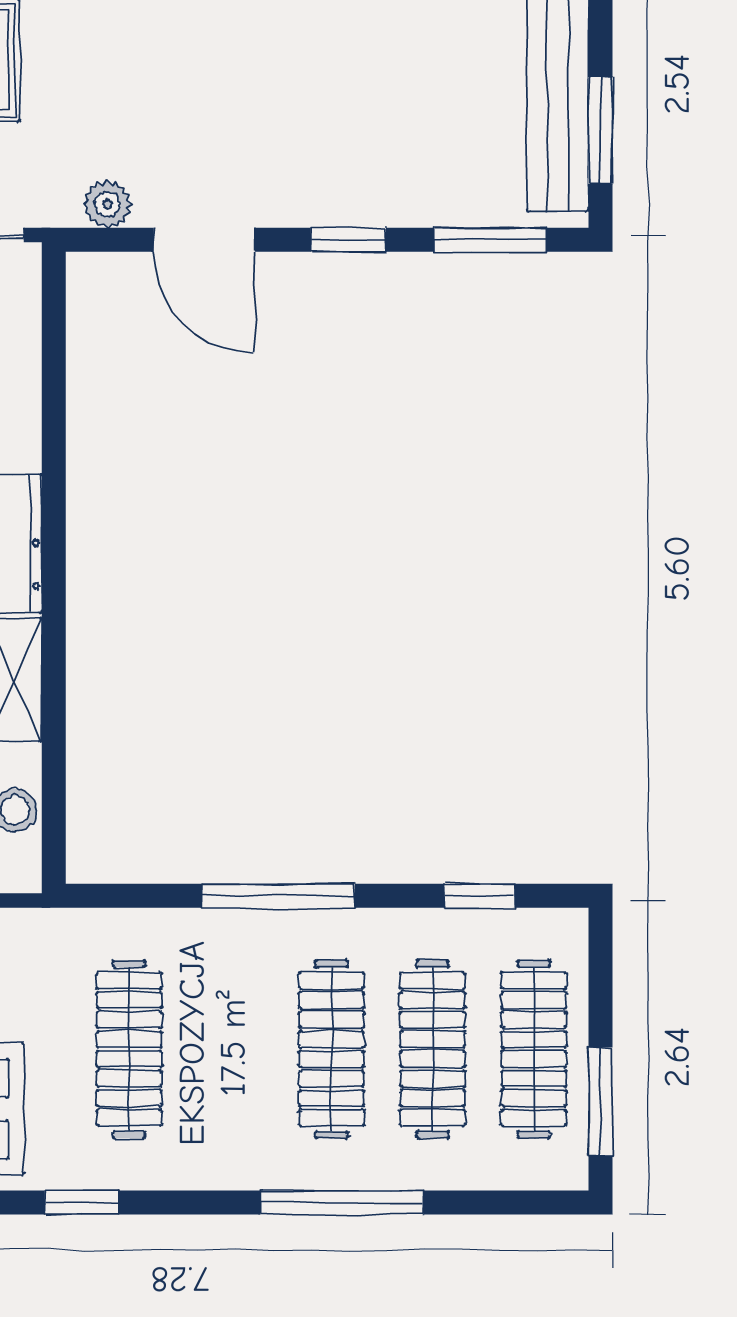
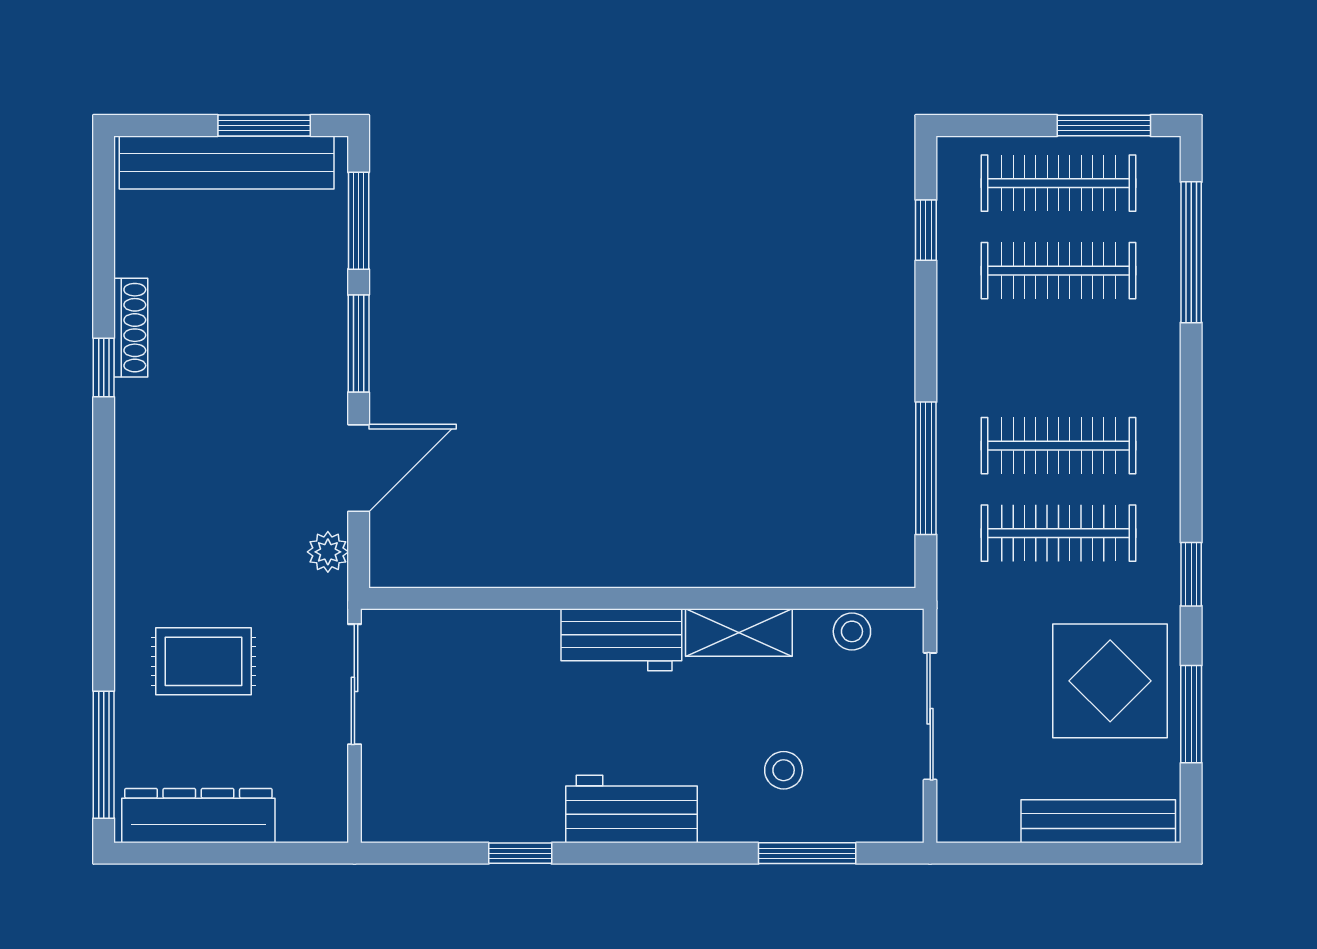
window: (348, 240) -> (359, 344), width x1.50
window: (278, 896) -> (926, 468), moved
clothes rail: (331, 1049) -> (1059, 446), moved
window: (342, 1203) -> (1191, 252), moved

